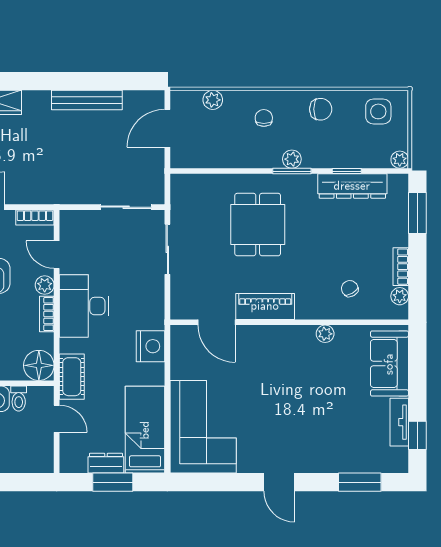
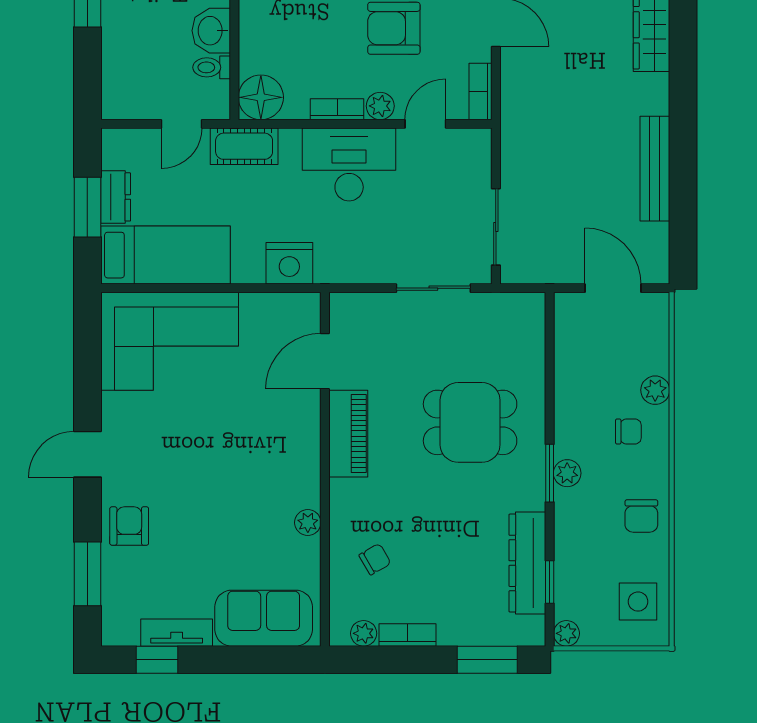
plant: (213, 100) -> (655, 390), moved
window: (347, 171) -> (550, 582), moved
armchair: (327, 454) -> (129, 526), added

